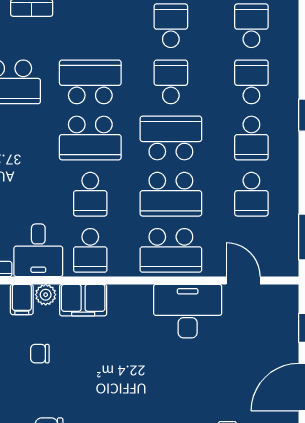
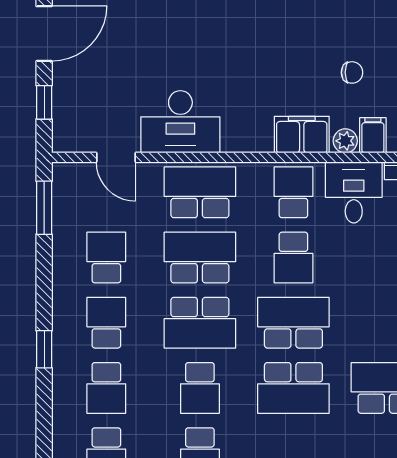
school desk: (90, 194) -> (293, 258), turned 180

